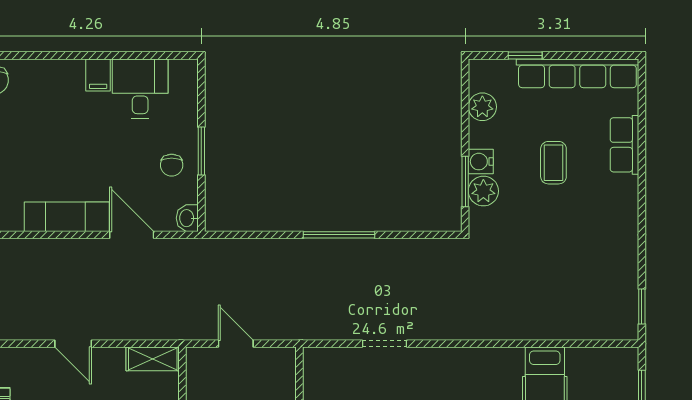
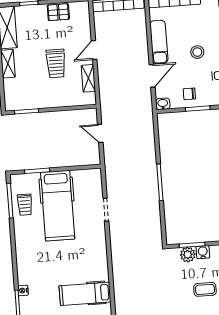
stool: (92, 144) -> (197, 52), added
door: (236, 344) -> (100, 133), swing flipped
shelving: (153, 359) -> (88, 78), moved

